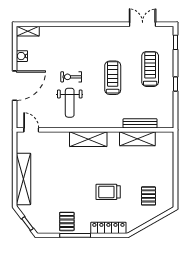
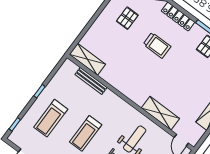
shelving: (88, 139) -> (160, 113), moved
shelving: (137, 139) -> (87, 59), moved

